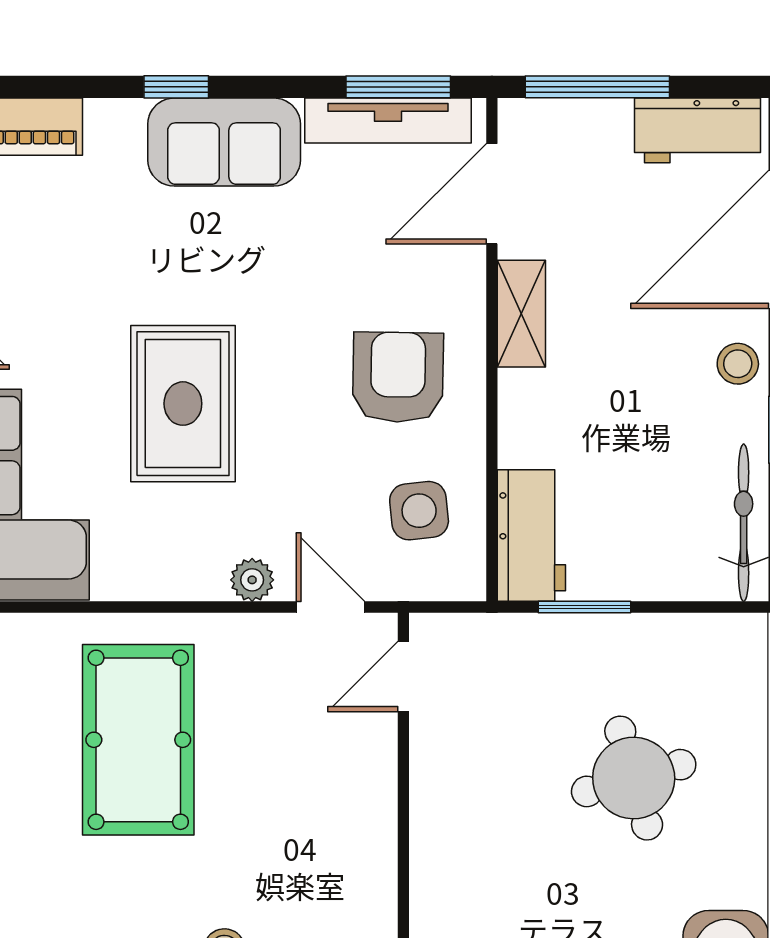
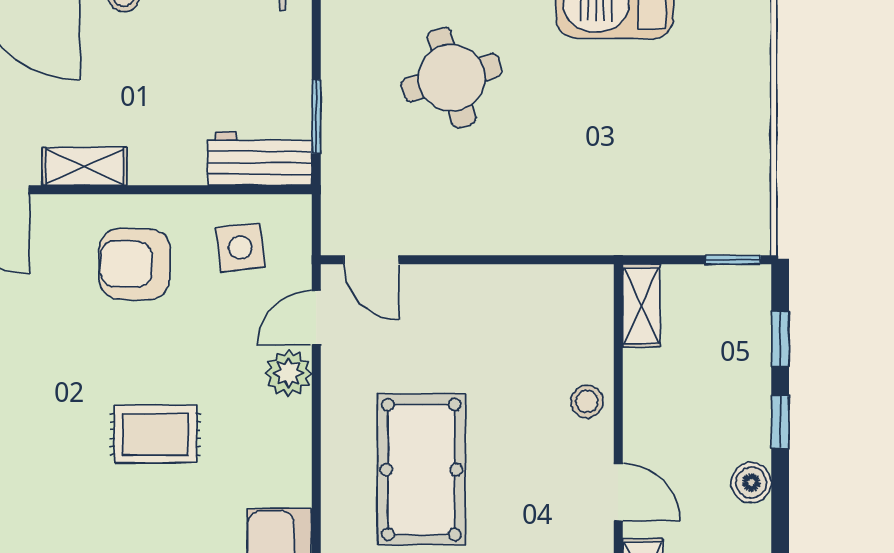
rug: (183, 404) -> (155, 434), width x0.73, depth x0.70
plant: (252, 580) -> (288, 373), width x1.38, depth x1.38
pool table: (138, 740) -> (421, 470), turned 90

